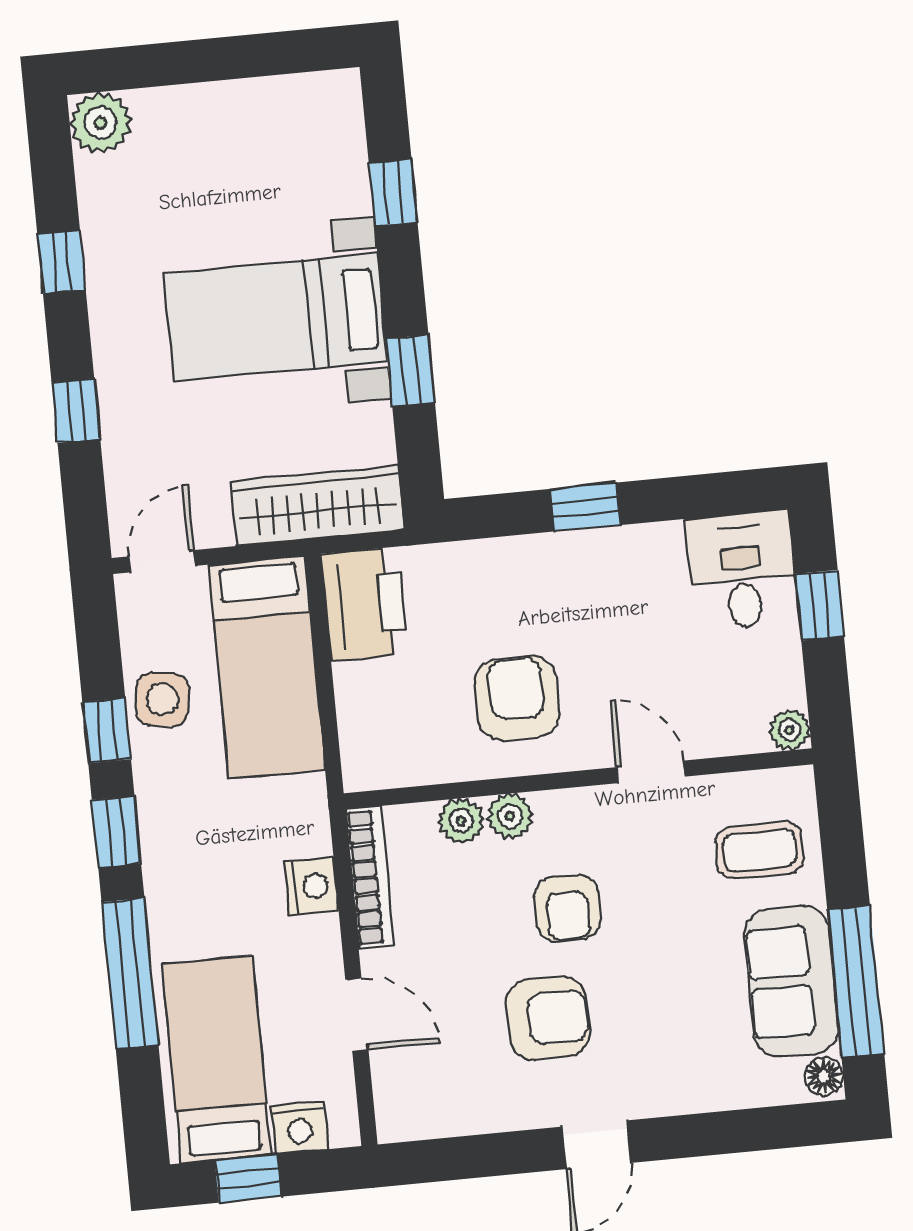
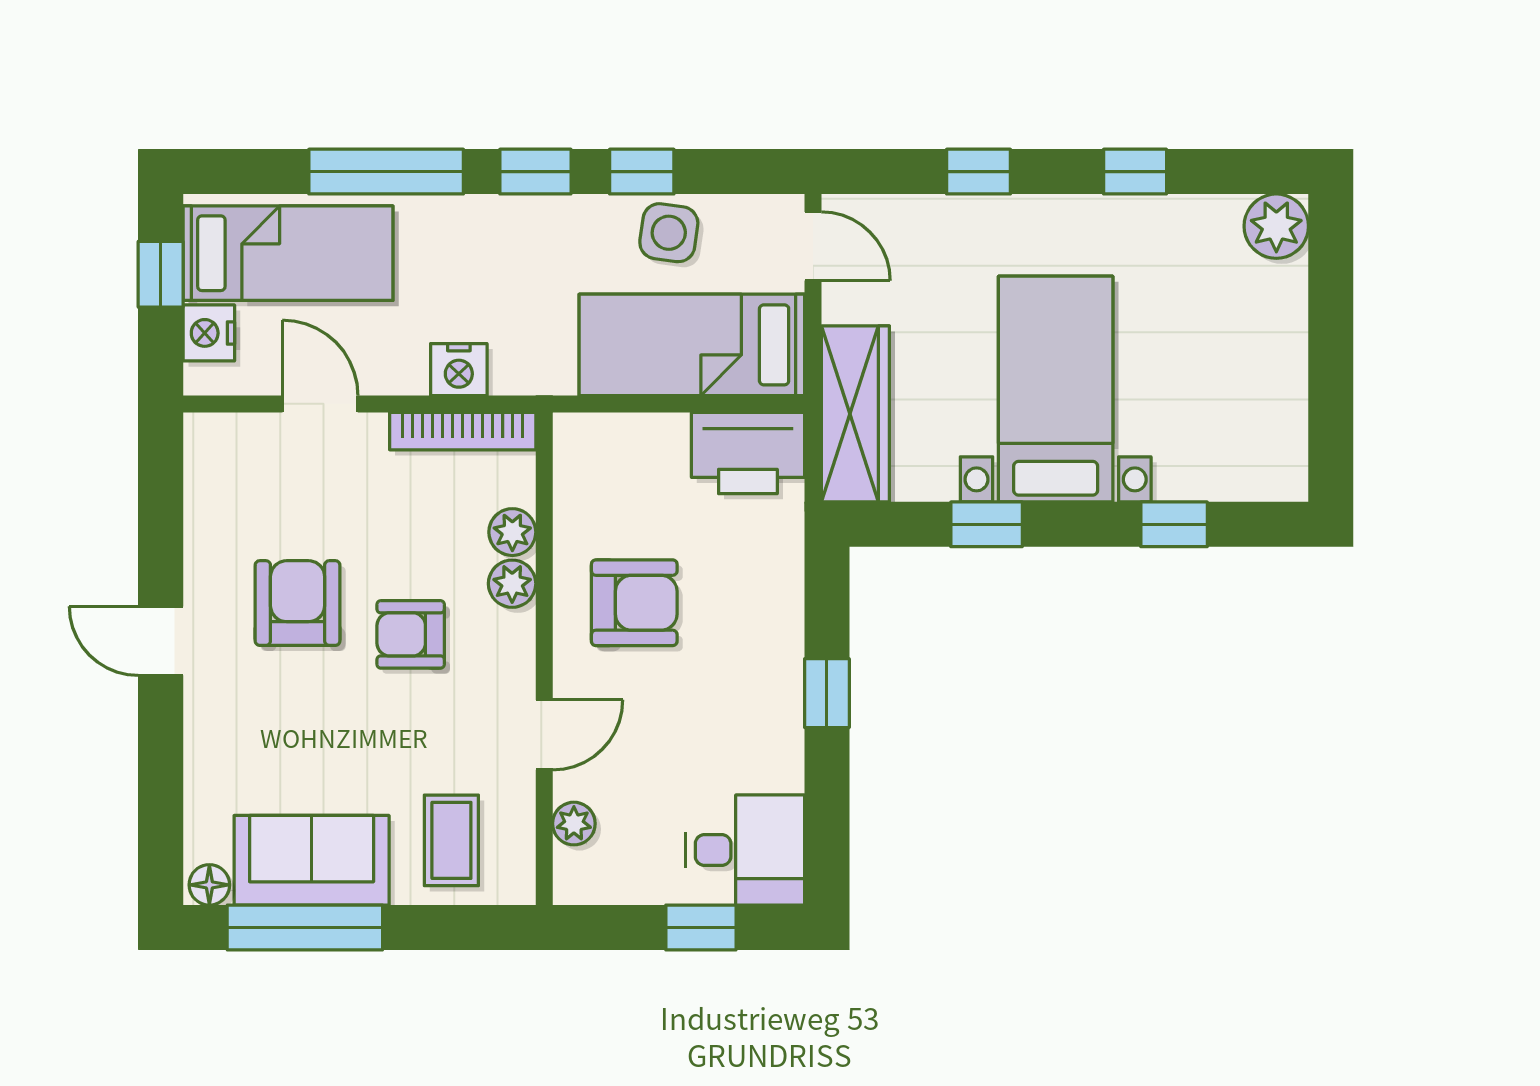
plant: (790, 730) -> (574, 824), moved
door: (357, 1015) -> (320, 404), swing flipped
armchair: (548, 1018) -> (298, 603), turned 180

